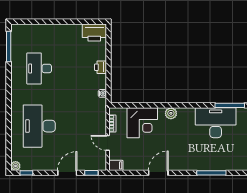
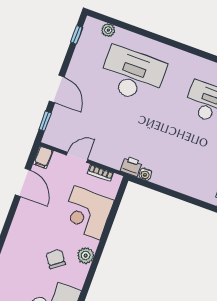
printer: (100, 67) -> (131, 166), moved
chair: (181, 132) -> (56, 259), added
plant: (16, 166) -> (108, 30), moved
door: (158, 173) -> (23, 182), moved

